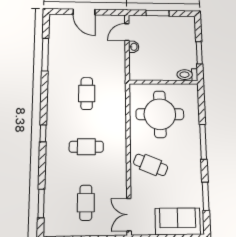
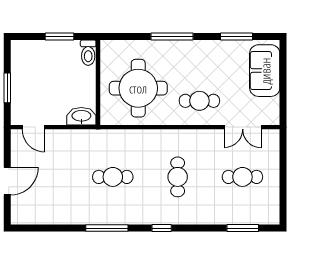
washbasin: (134, 47) -> (81, 116), moved, width x1.91, depth x1.45
window: (45, 55) -> (107, 228), moved
cafe table: (151, 165) -> (199, 101), turned 68
double door: (129, 215) -> (243, 127), moved

